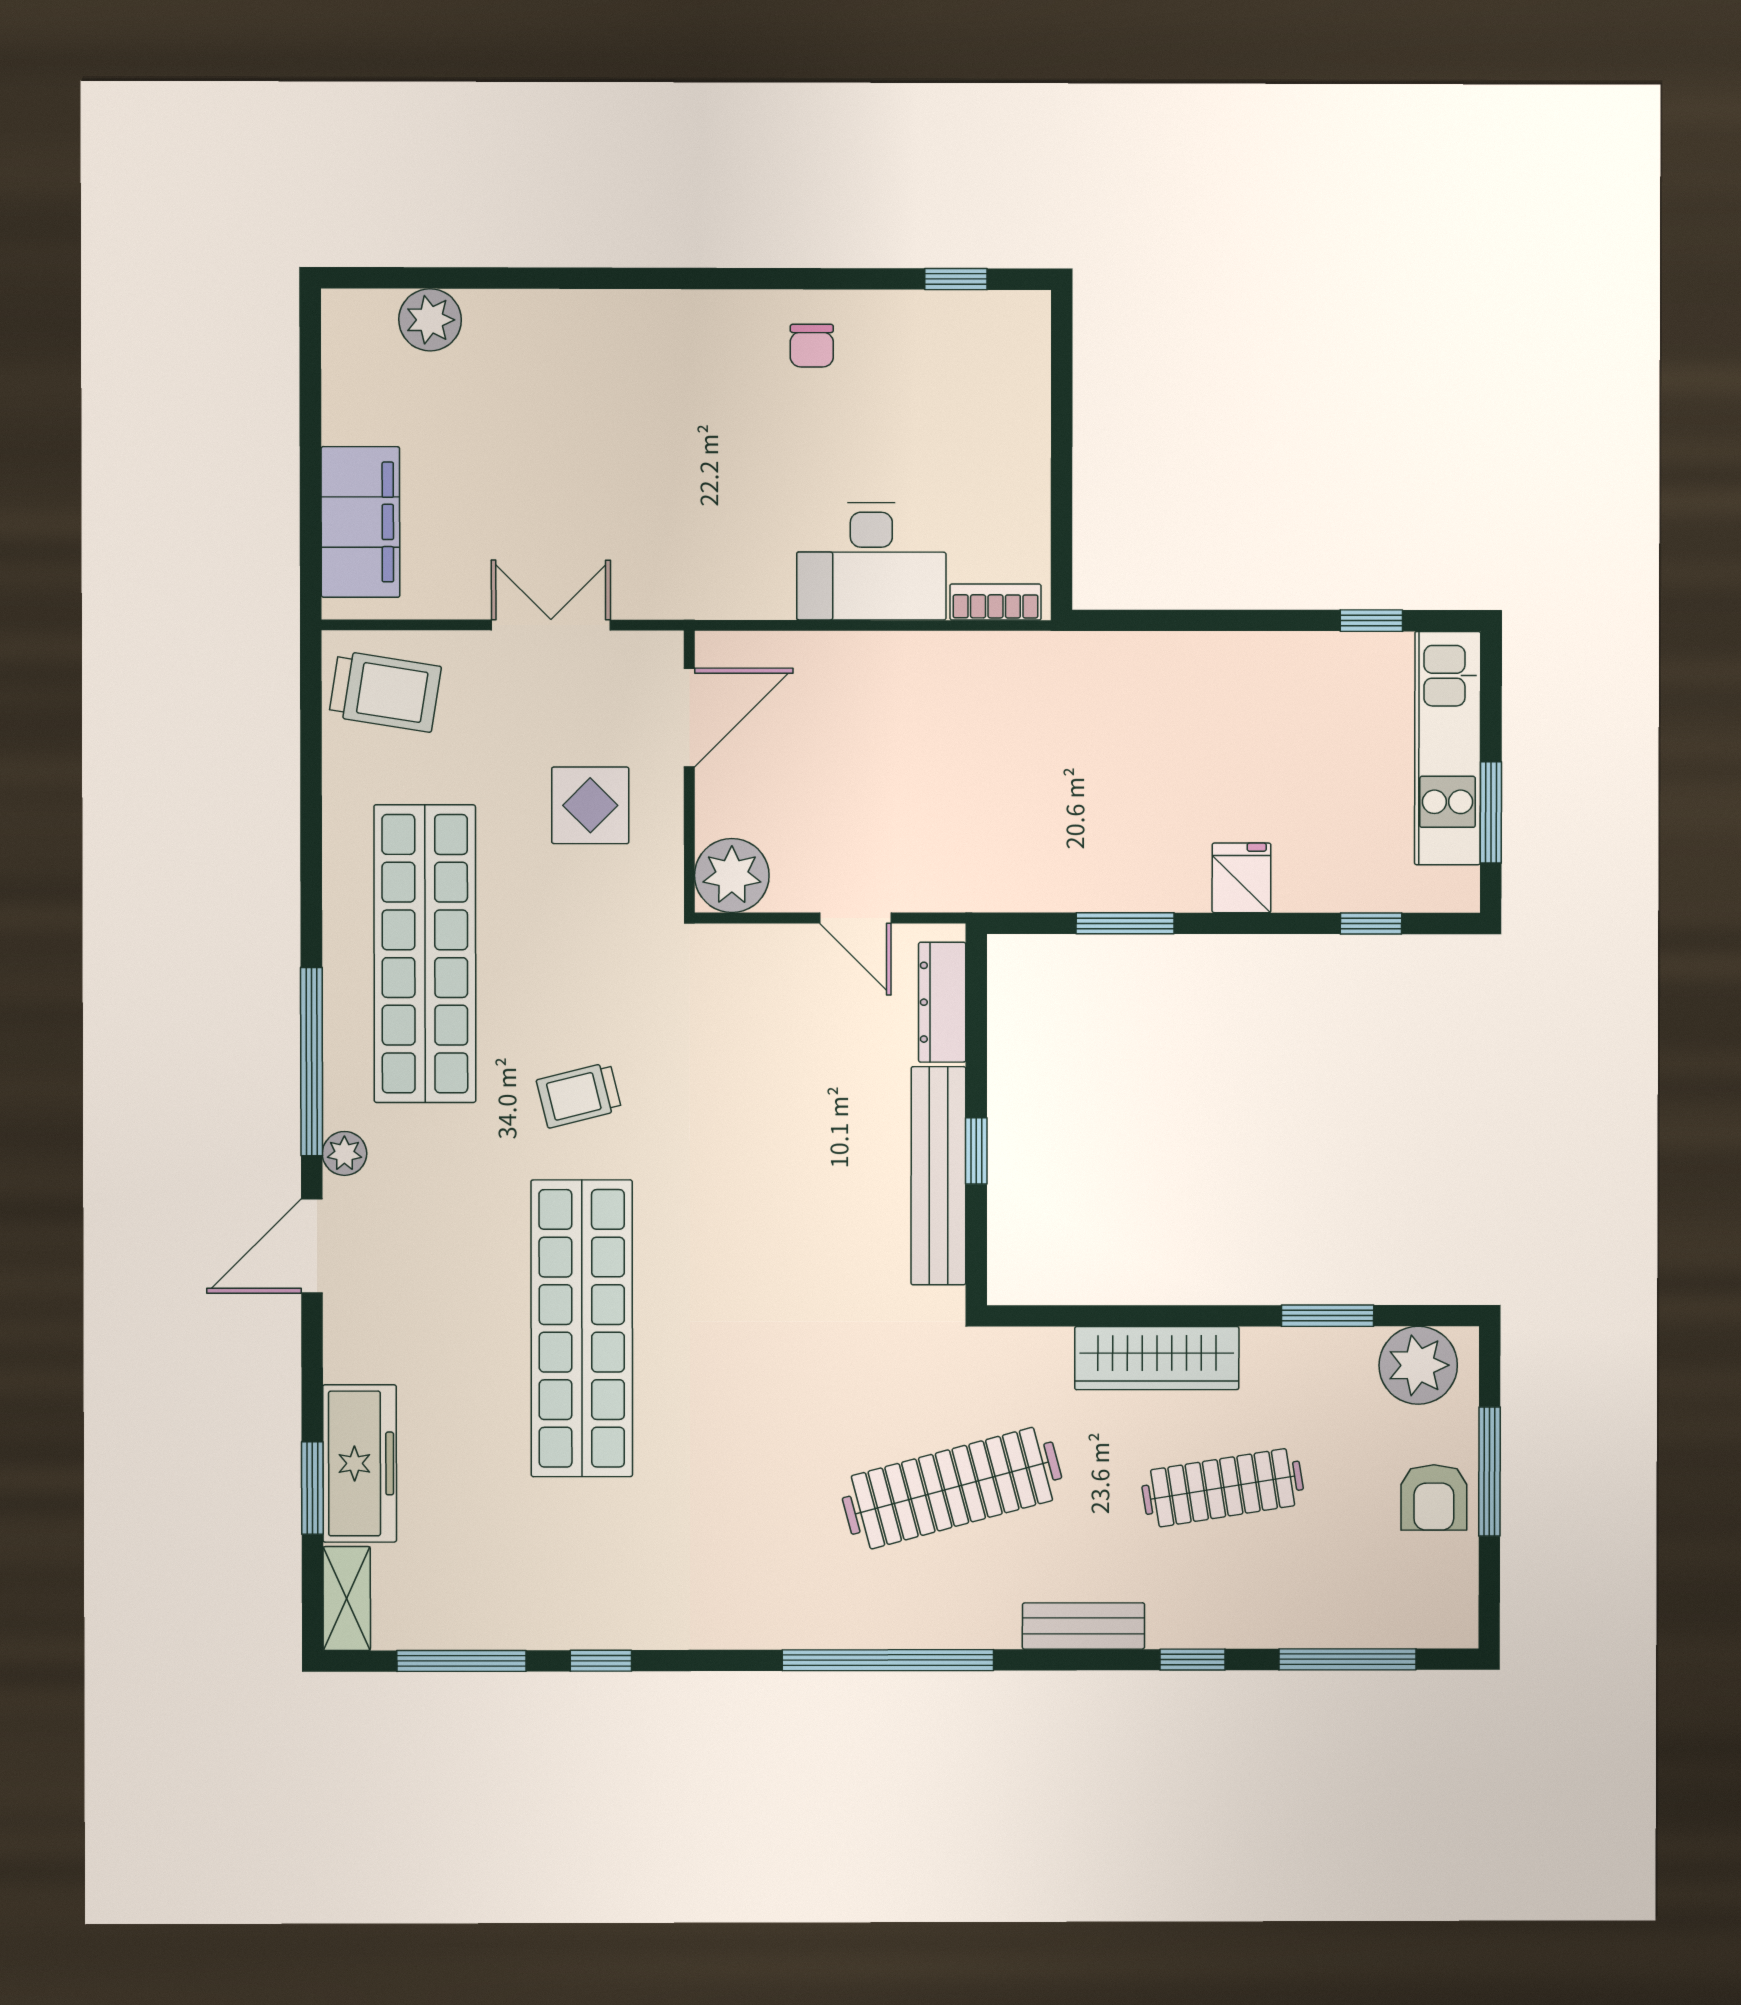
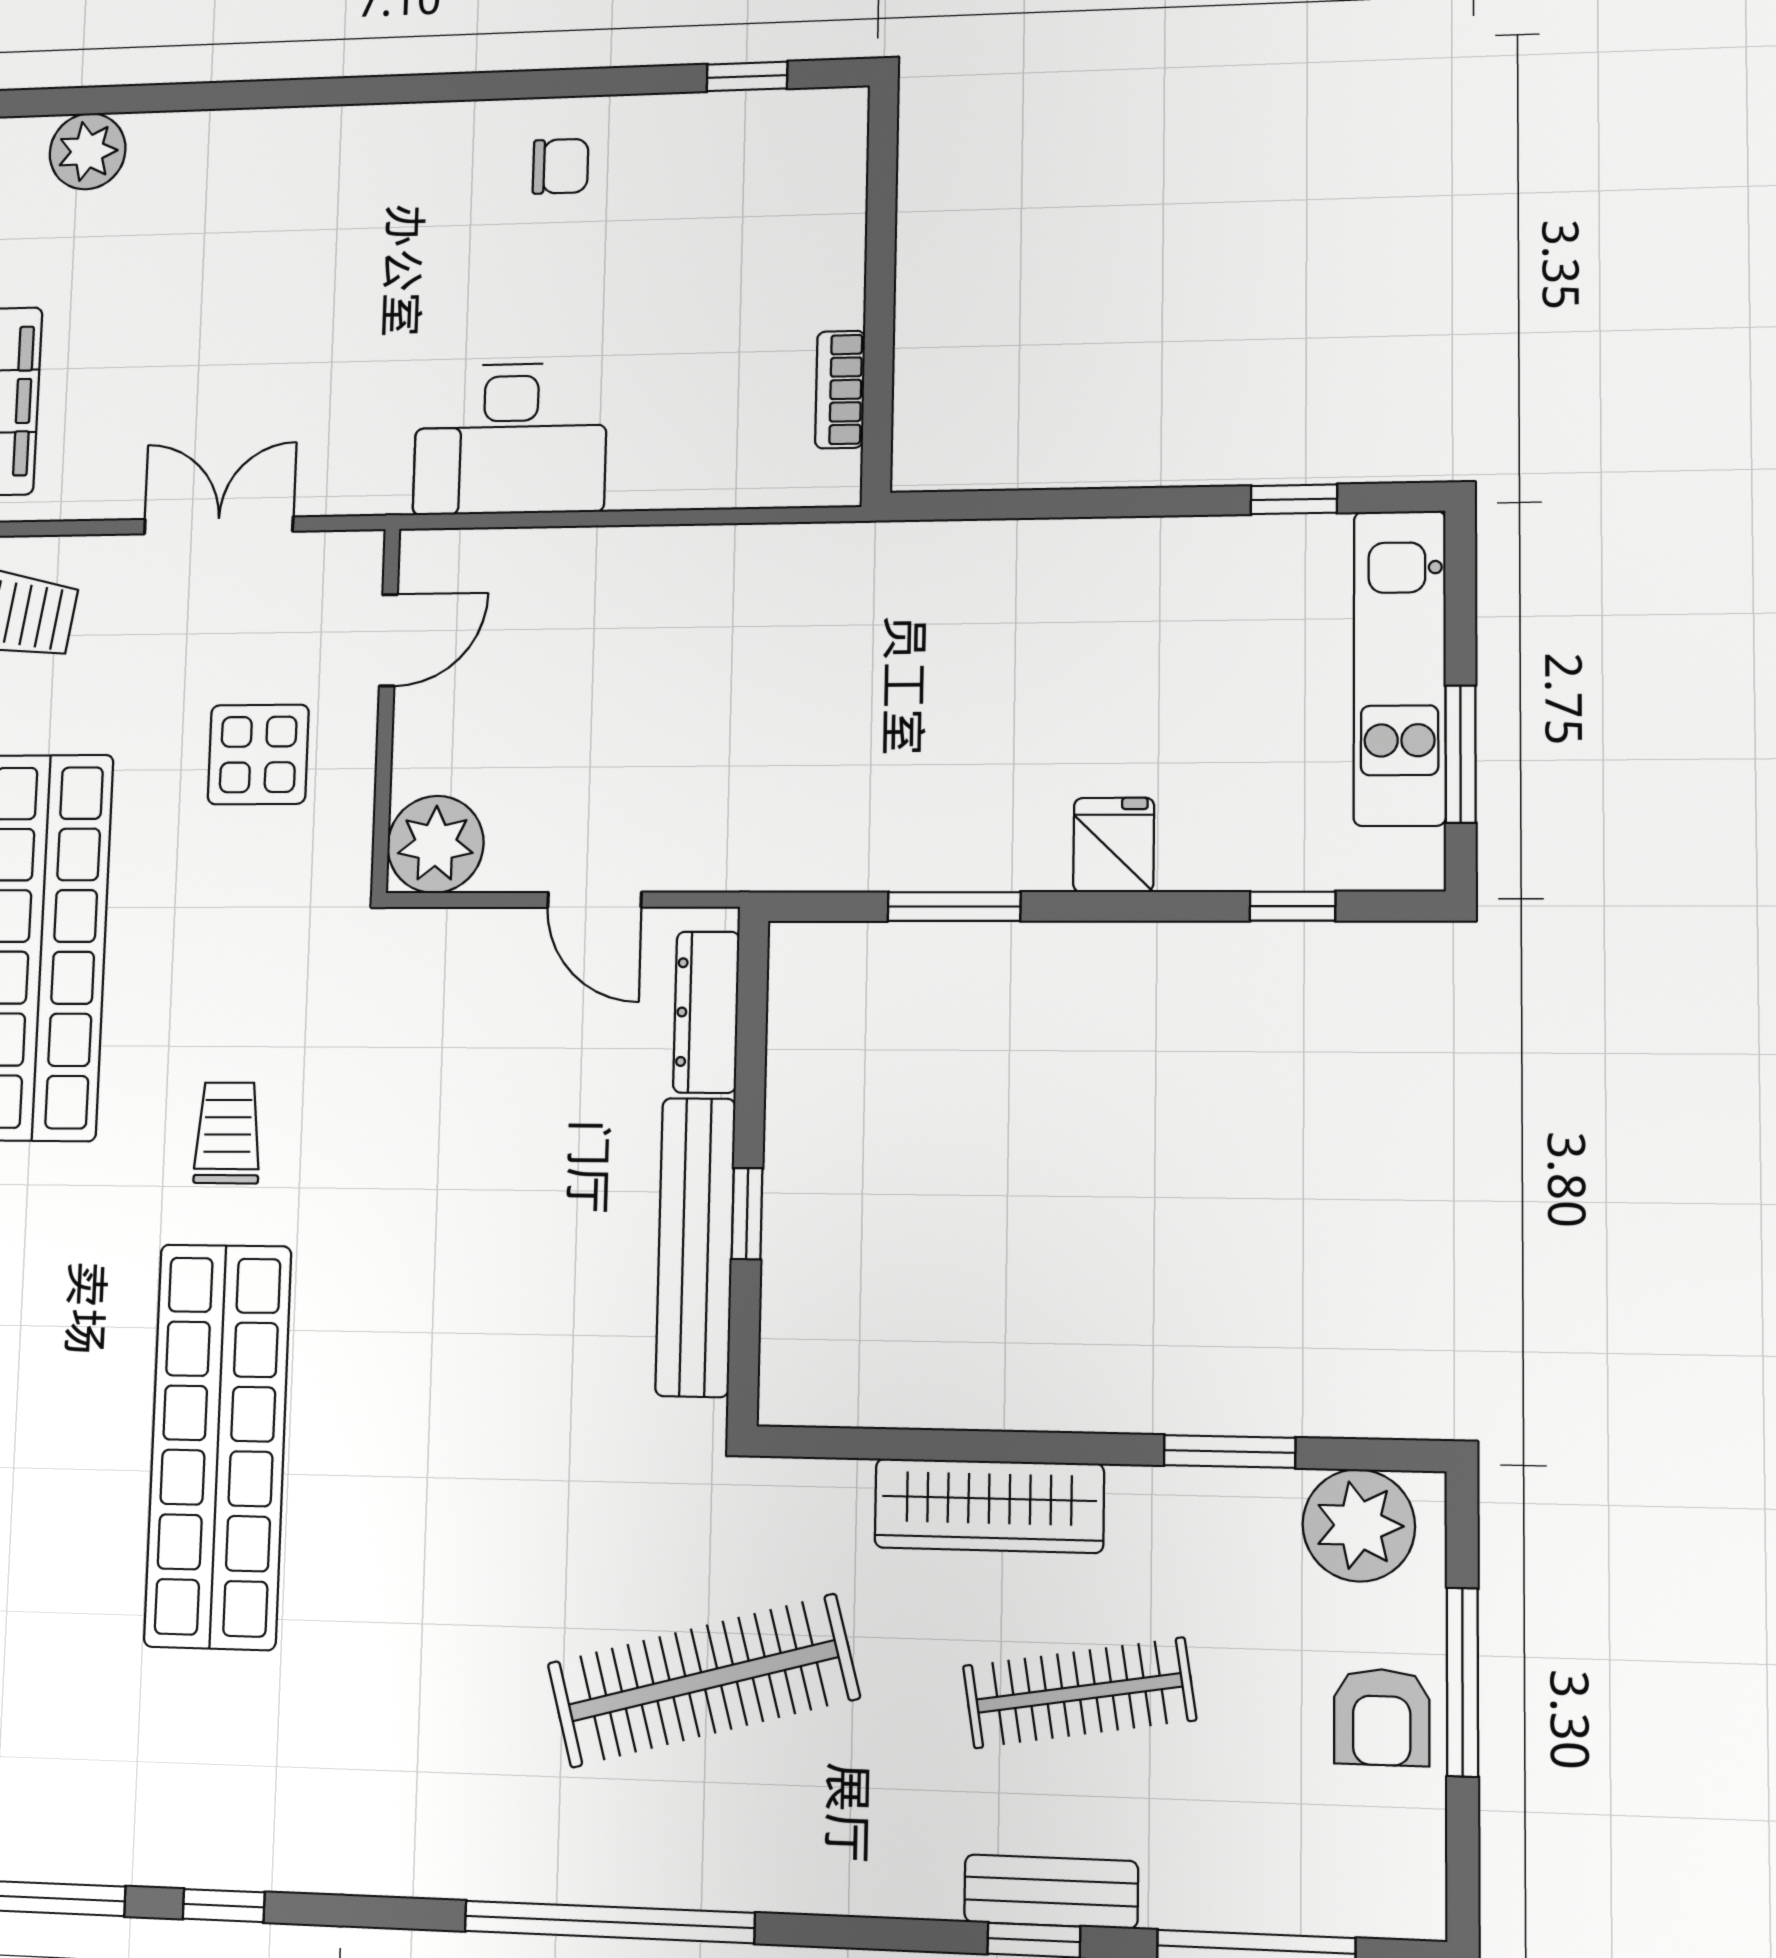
chair: (812, 346) -> (560, 166), turned -90
desk: (871, 561) -> (510, 439), moved
bookcase: (995, 602) -> (840, 390), moved, turned -90
door: (689, 718) -> (388, 640), width x0.73
trolley: (579, 1095) -> (228, 1133), turned 104
bench: (1083, 1626) -> (1051, 1892), moved

